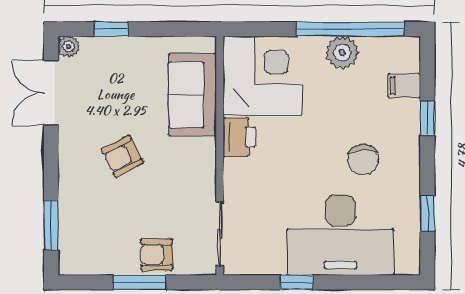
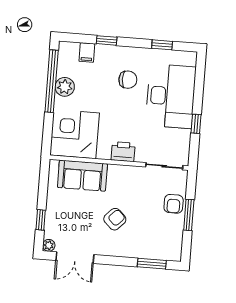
printer: (239, 137) -> (123, 152), moved
armchair: (122, 156) -> (115, 219), turned -109

